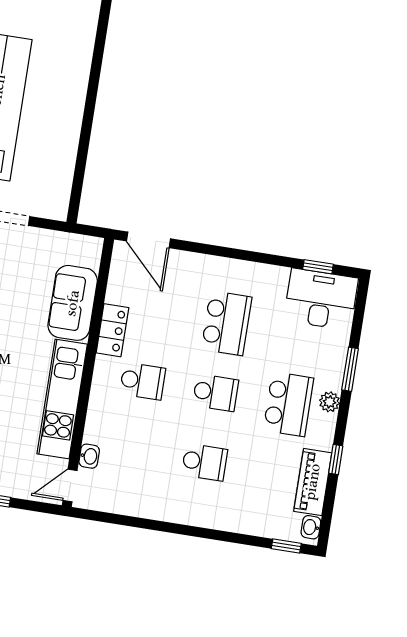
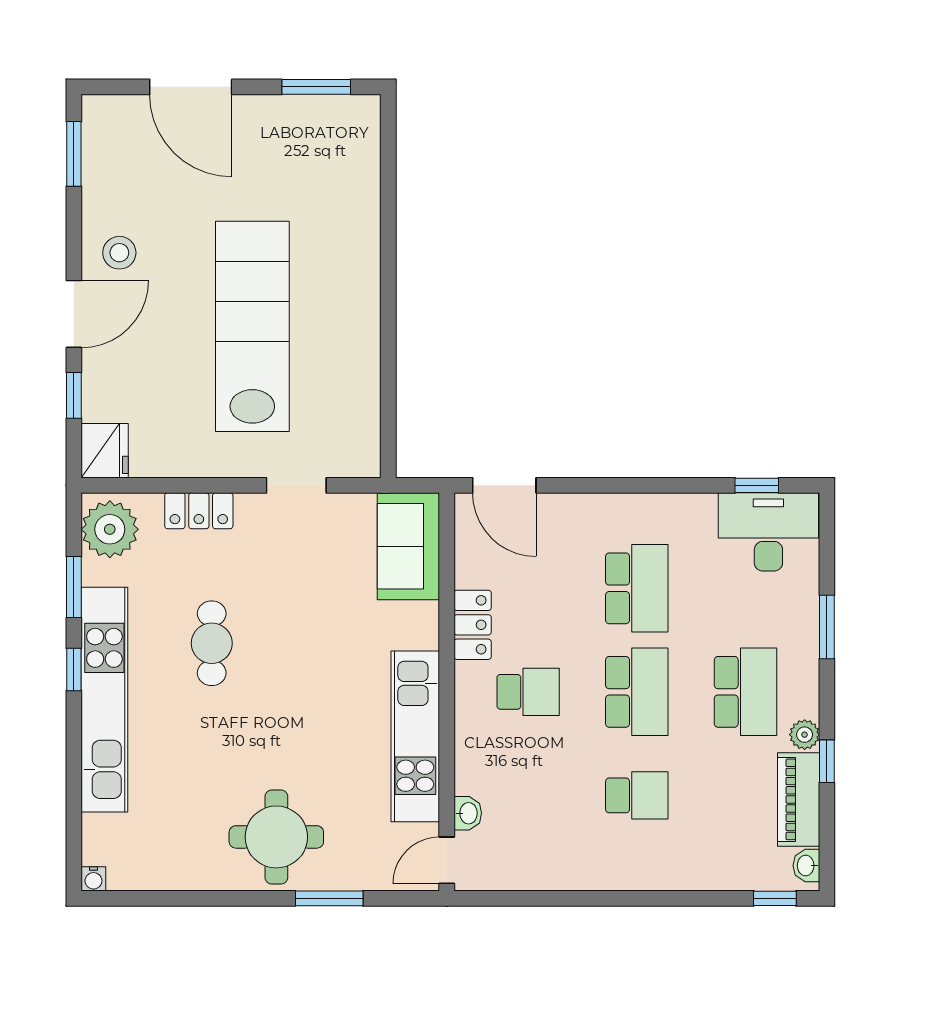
sofa: (73, 303) -> (408, 546), moved
school desk: (216, 393) -> (637, 692), width x1.85
plant: (329, 402) -> (805, 735), moved

